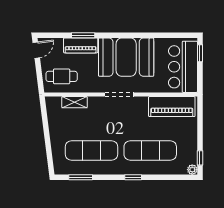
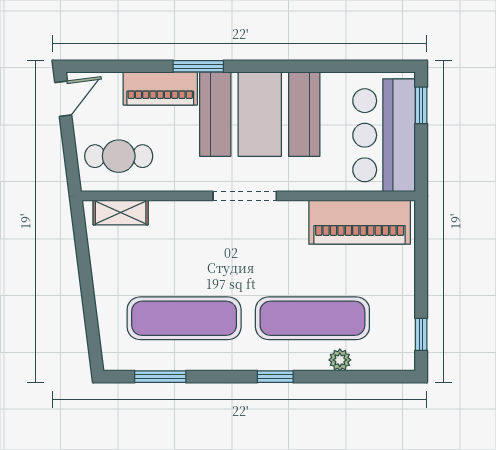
window: (83, 35) -> (198, 66), moved
shelving: (75, 102) -> (121, 212), moved
plant: (192, 170) -> (340, 360), moved

